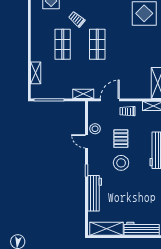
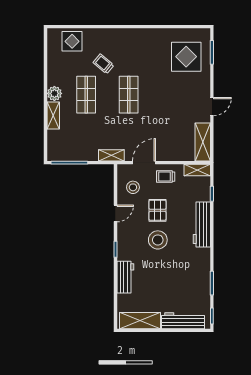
plant: (37, 43) -> (54, 93), added
shelving: (36, 73) -> (53, 116), moved
stool: (95, 129) -> (133, 187), moved
door: (87, 141) -> (115, 213), swing flipped
workbench: (95, 193) -> (125, 277), width x0.73

